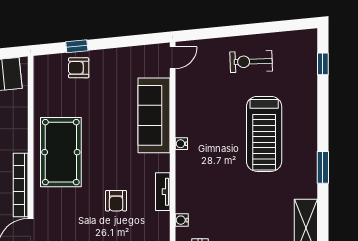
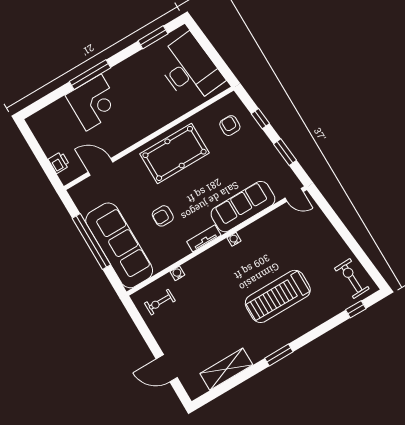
window: (125, 42) -> (285, 152), added
exercise bike: (251, 62) -> (352, 279), moved
armchair: (79, 68) -> (230, 126), moved
bookcase: (21, 185) -> (132, 138), removed
tv unit: (163, 192) -> (204, 238), moved

